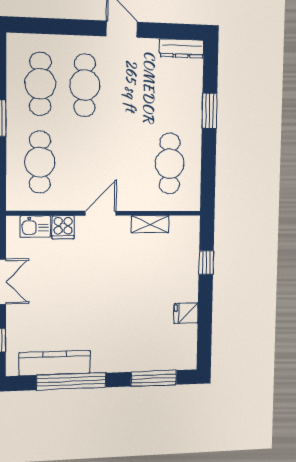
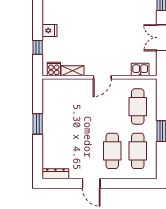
window: (210, 111) -> (38, 124), moved
cafe table: (170, 164) -> (61, 107), removed
cooker: (63, 227) -> (54, 69), moved
fridge: (186, 313) -> (49, 31), moved

